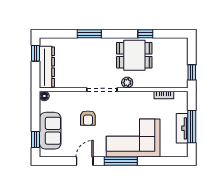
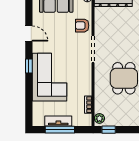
plant: (127, 83) -> (99, 118), moved
armchair: (88, 118) -> (82, 26), moved
window: (121, 161) -> (29, 66), width x0.46

